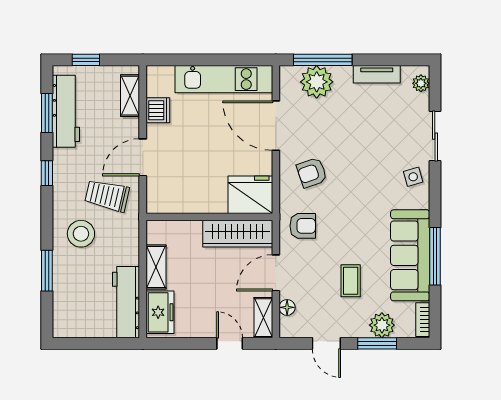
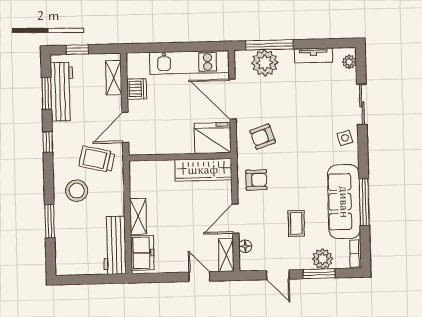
fridge: (250, 195) -> (213, 138), moved
wall: (209, 217) -> (180, 157), moved
wardrobe: (238, 234) -> (203, 170), moved

